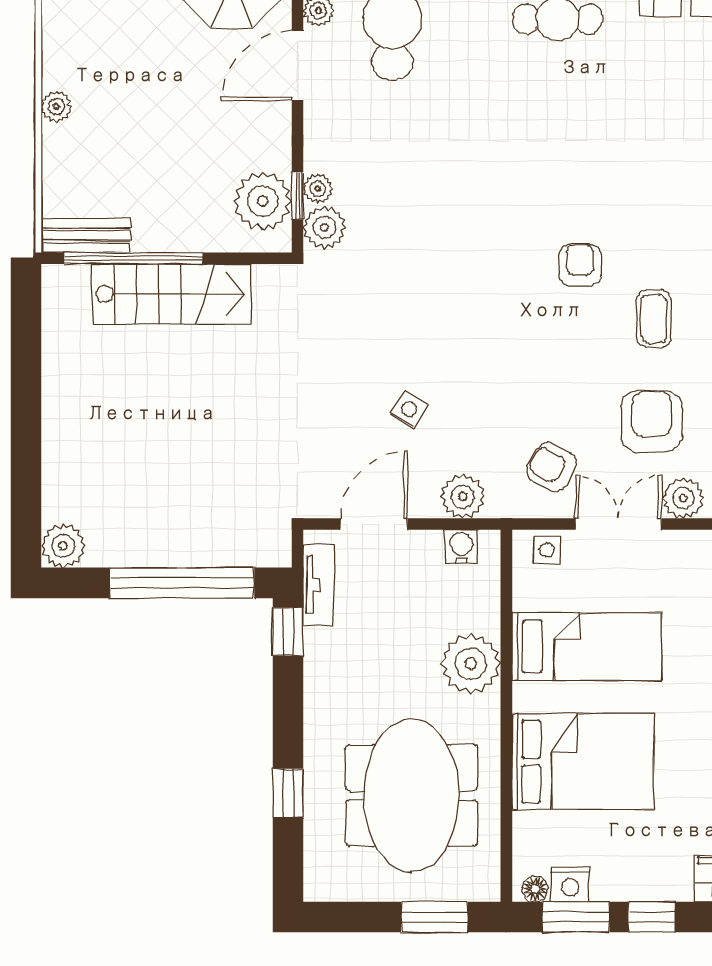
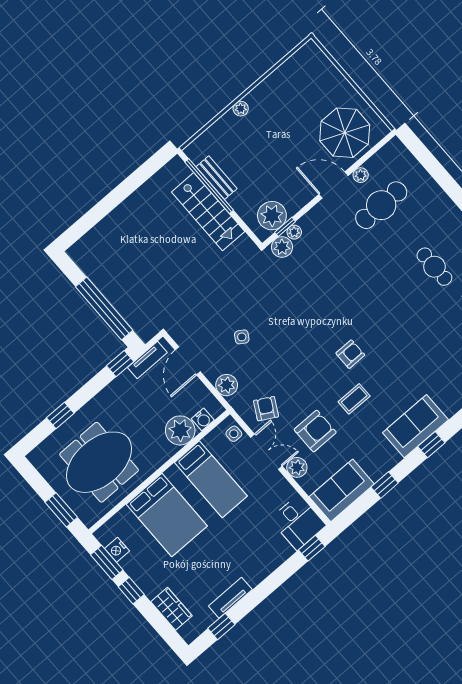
bench: (86, 236) -> (217, 178), moved
door: (374, 524) -> (188, 361), swing flipped
plant: (63, 546) -> (80, 252), removed
water cooler: (461, 546) -> (203, 419), moved, turned 90
plant: (471, 664) -> (180, 430), moved
floor lamp: (535, 889) -> (104, 538), removed

